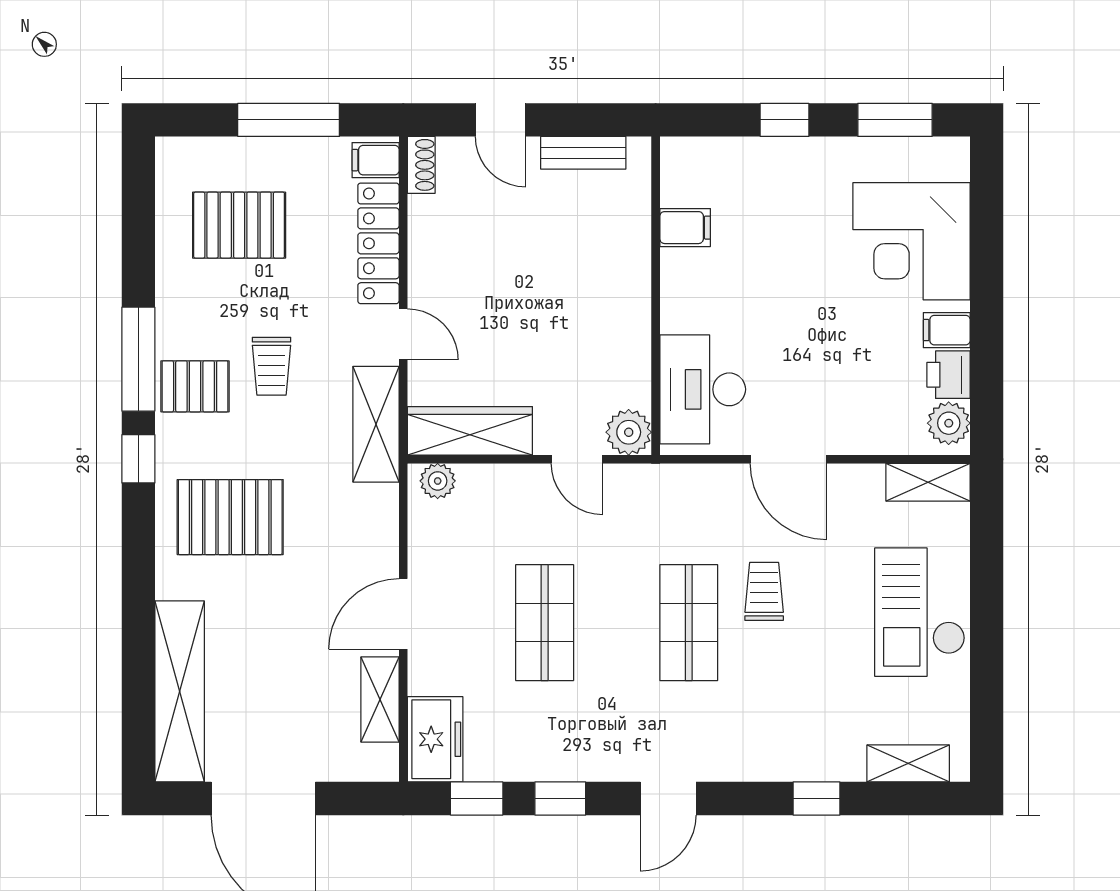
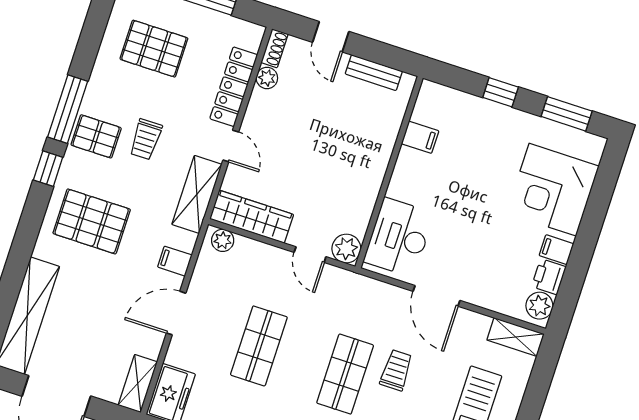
filing cabinet: (376, 160) -> (175, 261), moved
plant: (424, 214) -> (267, 78), added
shelving: (380, 699) -> (138, 384), moved

